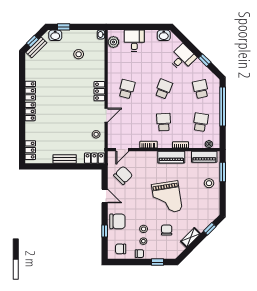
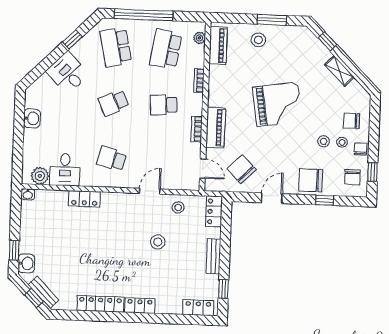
washbasin: (164, 35) -> (32, 118), moved
desk: (134, 41) -> (65, 170), moved, turned -90
stool: (79, 54) -> (158, 242), moved
school desk: (164, 89) -> (114, 103), turned -45
school desk: (201, 89) -> (116, 47), width x1.85
locker: (30, 91) -> (100, 304), width x1.53
locker: (99, 91) -> (84, 199), moved
door: (106, 115) -> (150, 191), hinge flipped
school desk: (201, 122) -> (166, 49), width x1.85
piano: (171, 157) -> (216, 128), moved
window: (43, 166) -> (223, 289), added
window: (223, 172) -> (272, 20), moved
chair: (117, 221) -> (311, 180), turned -90
chair: (167, 230) -> (351, 121), moved
window: (158, 262) -> (373, 172), moved

